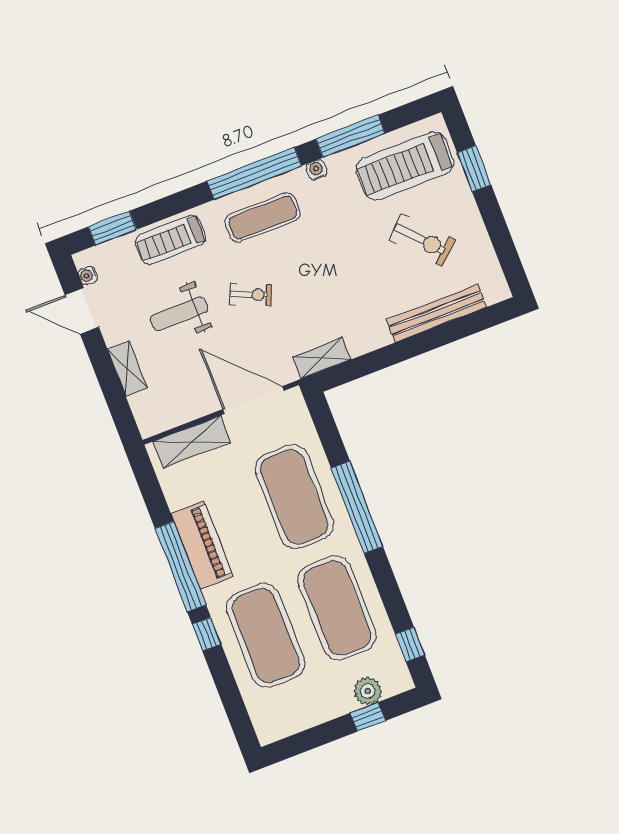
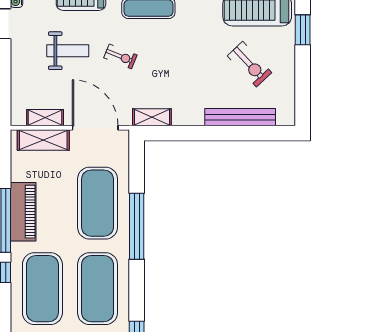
weight bench: (179, 314) -> (68, 51), turned 180
shelving: (127, 369) -> (45, 118), moved, turned 90

